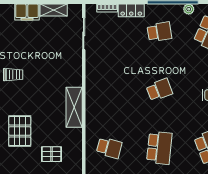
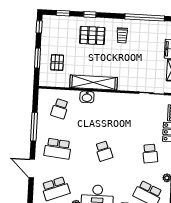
shelving: (74, 107) -> (94, 83), width x1.47
washbasin: (93, 115) -> (87, 97), added
pallet: (20, 131) -> (92, 35), moved

